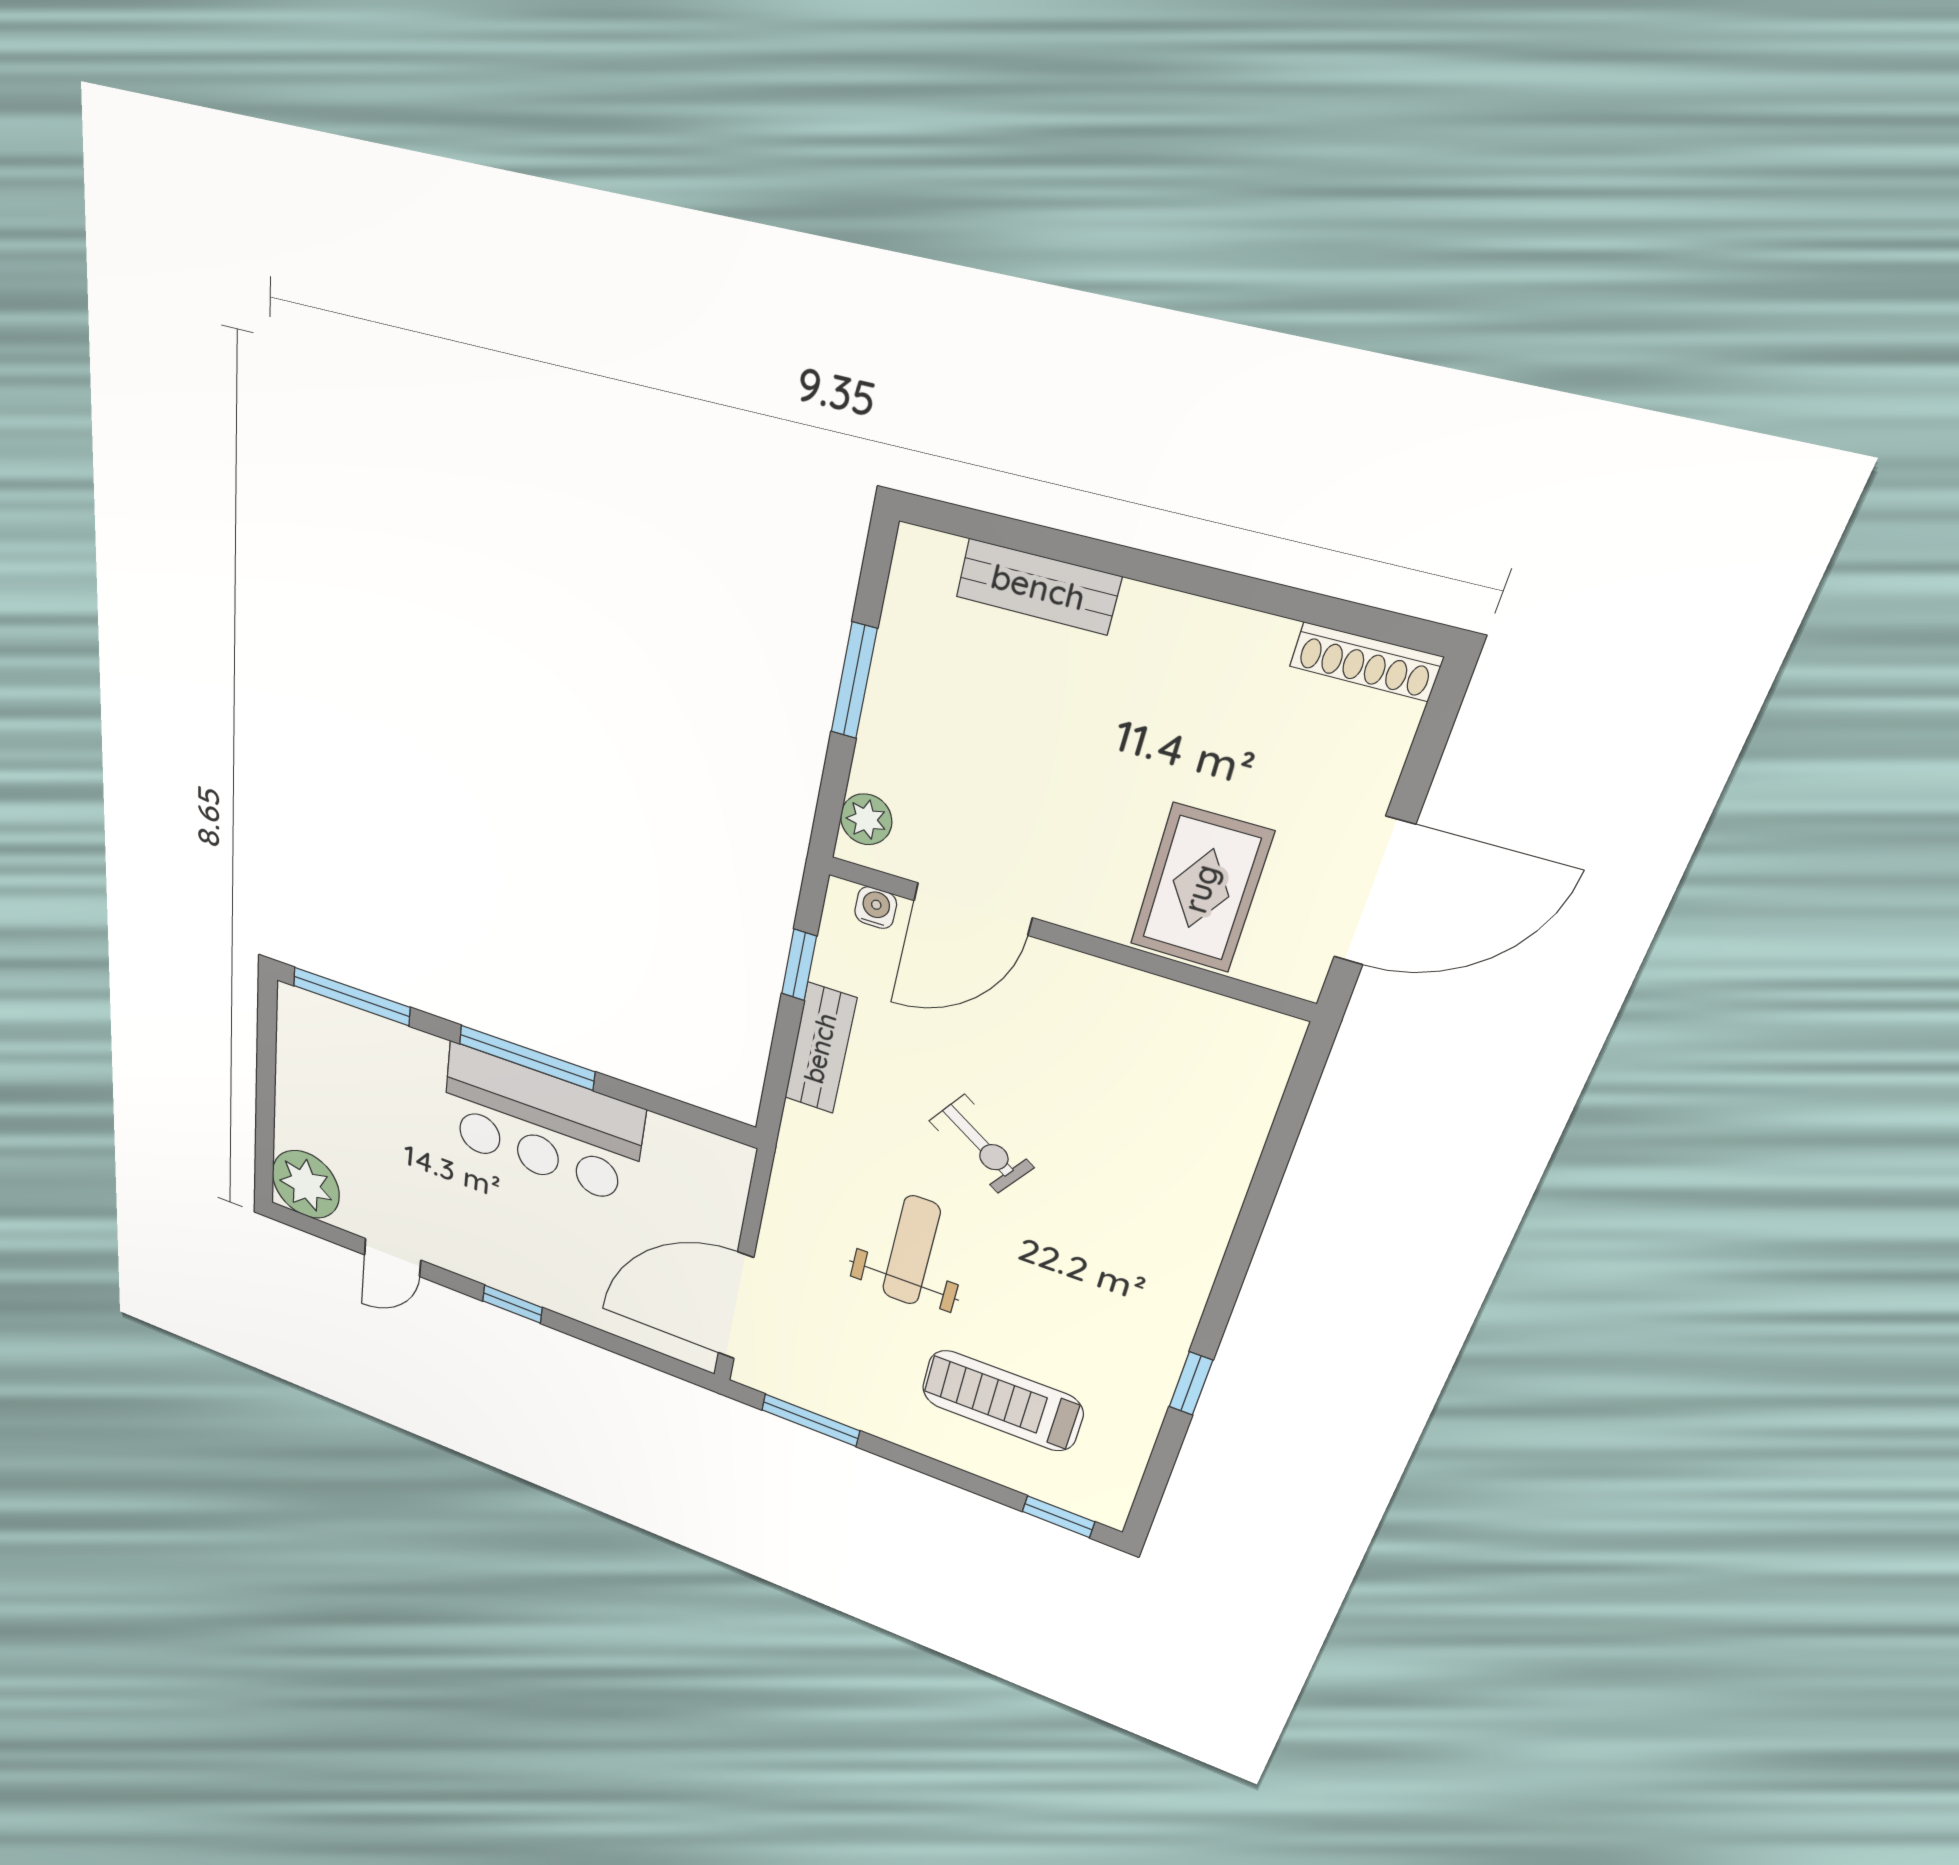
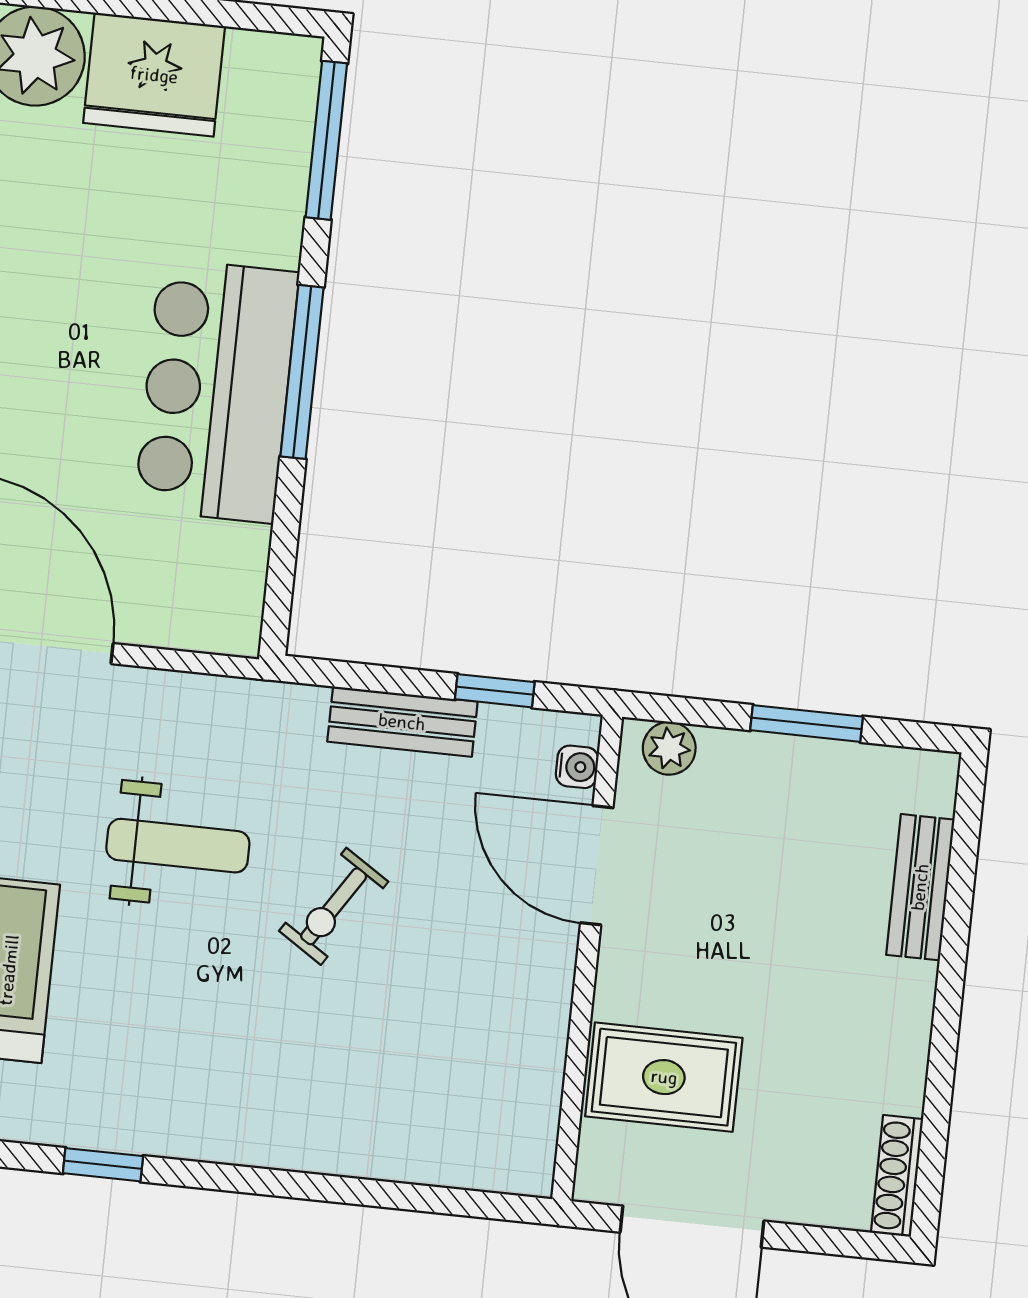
fridge: (312, 1108) -> (154, 75), added

